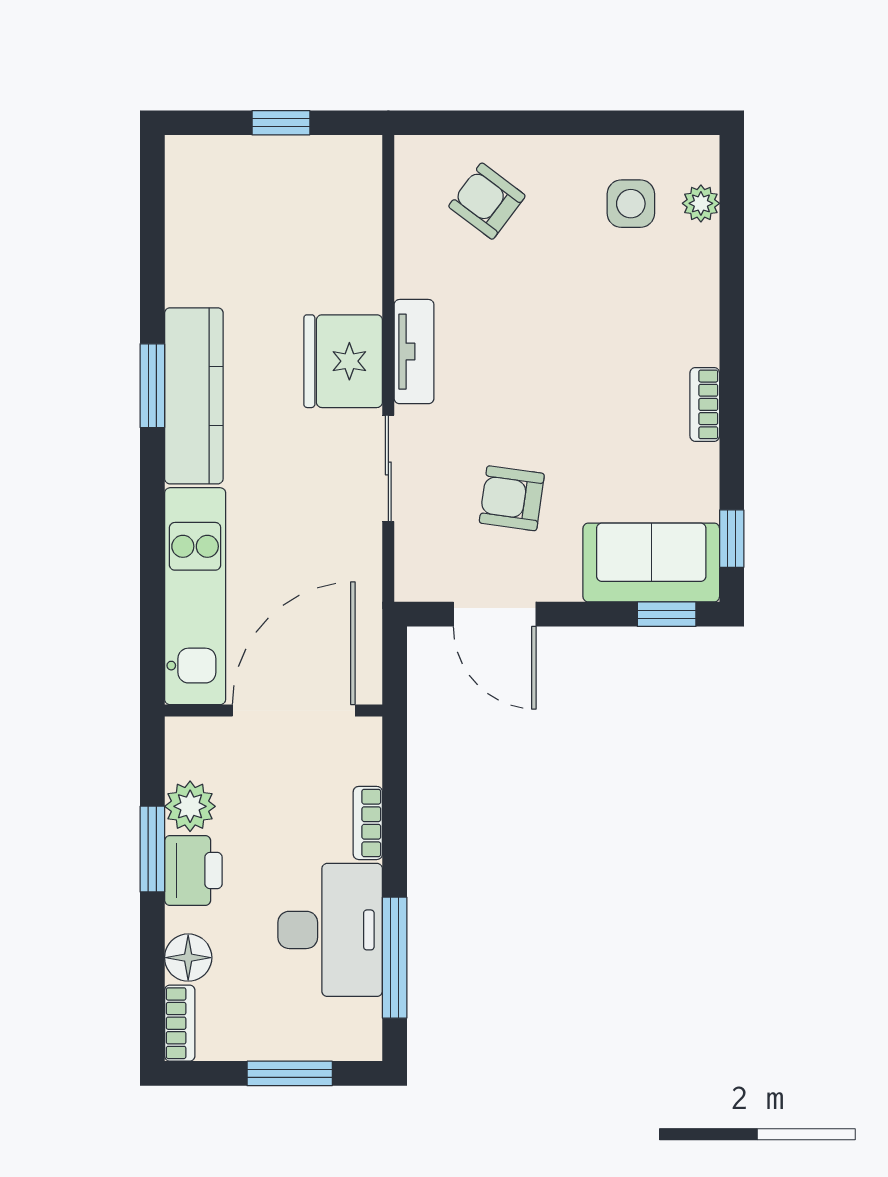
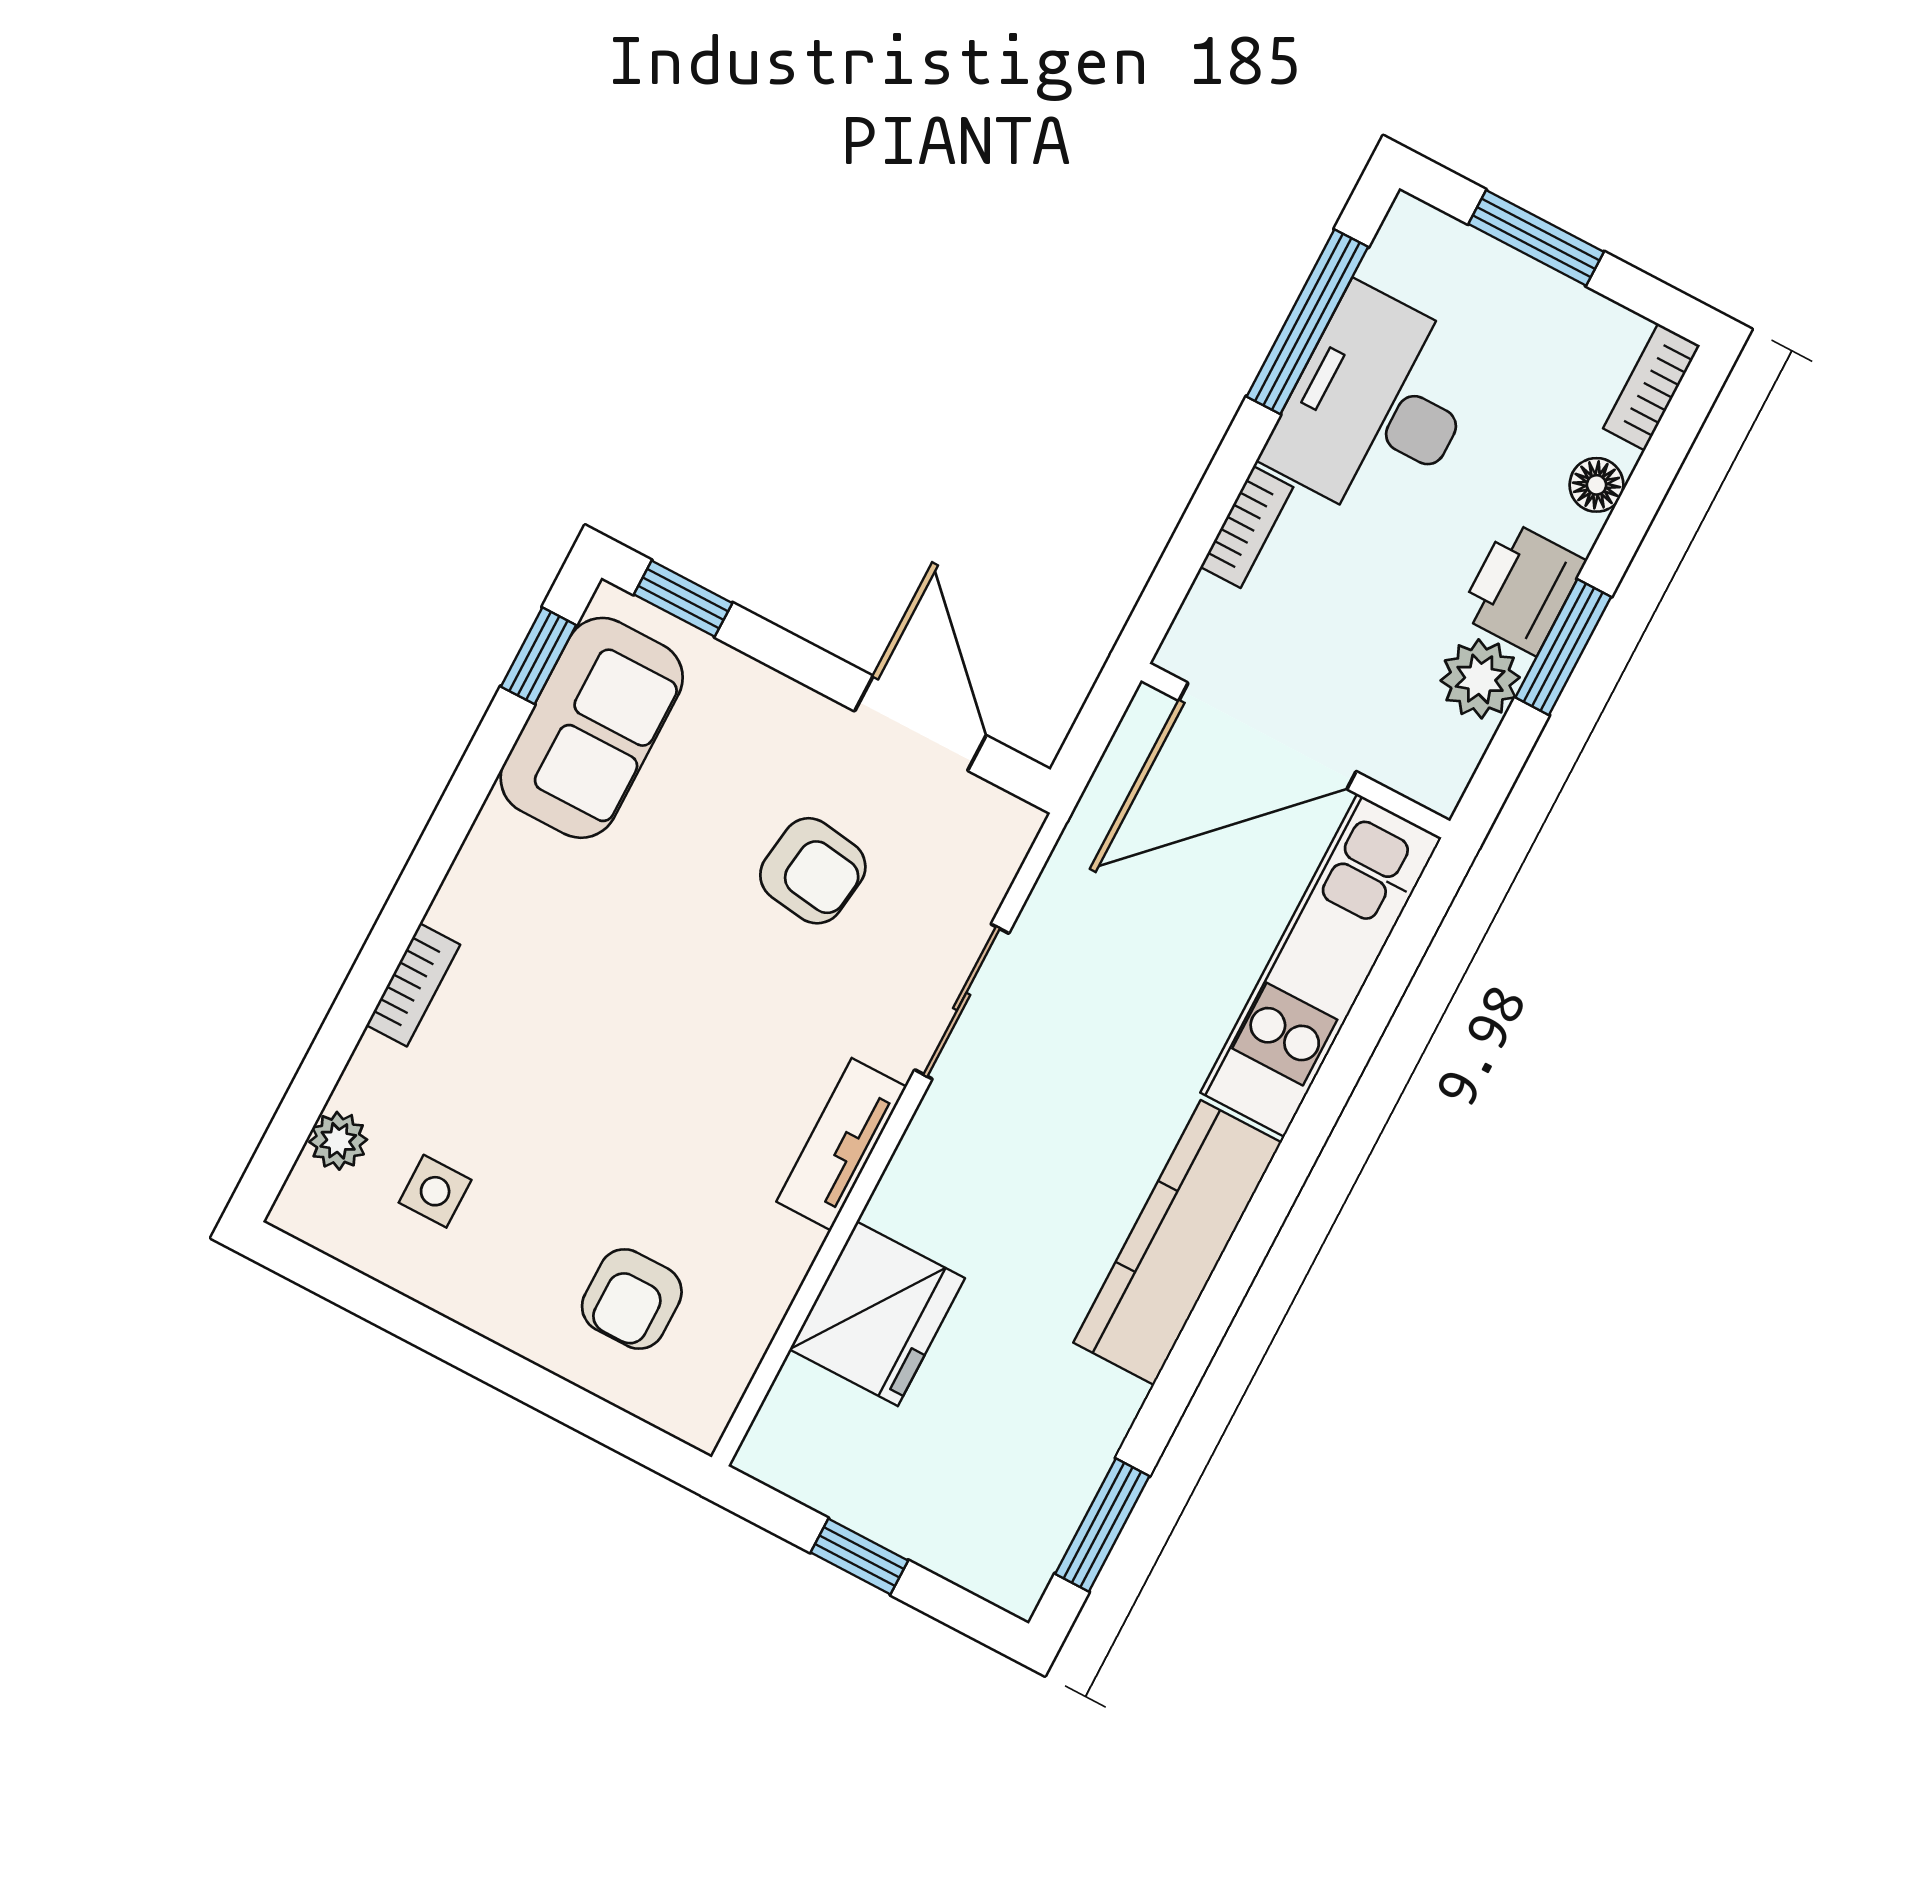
armchair: (487, 201) -> (632, 1299), turned 53
side table: (631, 204) -> (435, 1191), width x0.73, depth x0.73
fridge: (343, 361) -> (877, 1314), moved
window: (152, 386) -> (1102, 1525), moved
bookcase: (705, 404) -> (413, 985), moved
sofa: (651, 563) -> (592, 728), moved, turned -90
floor lamp: (188, 958) -> (1597, 485), width x0.73, depth x0.73

